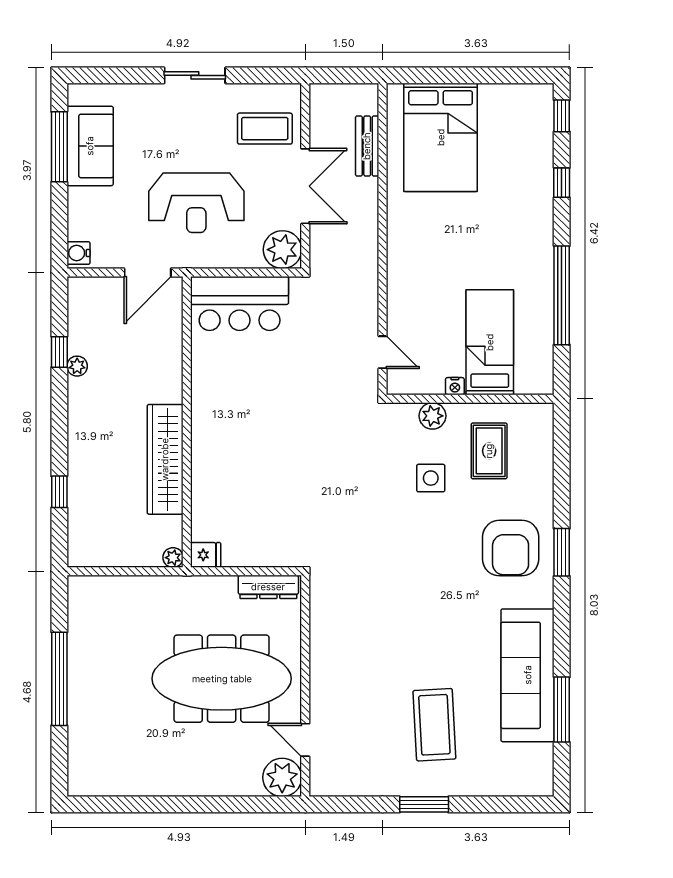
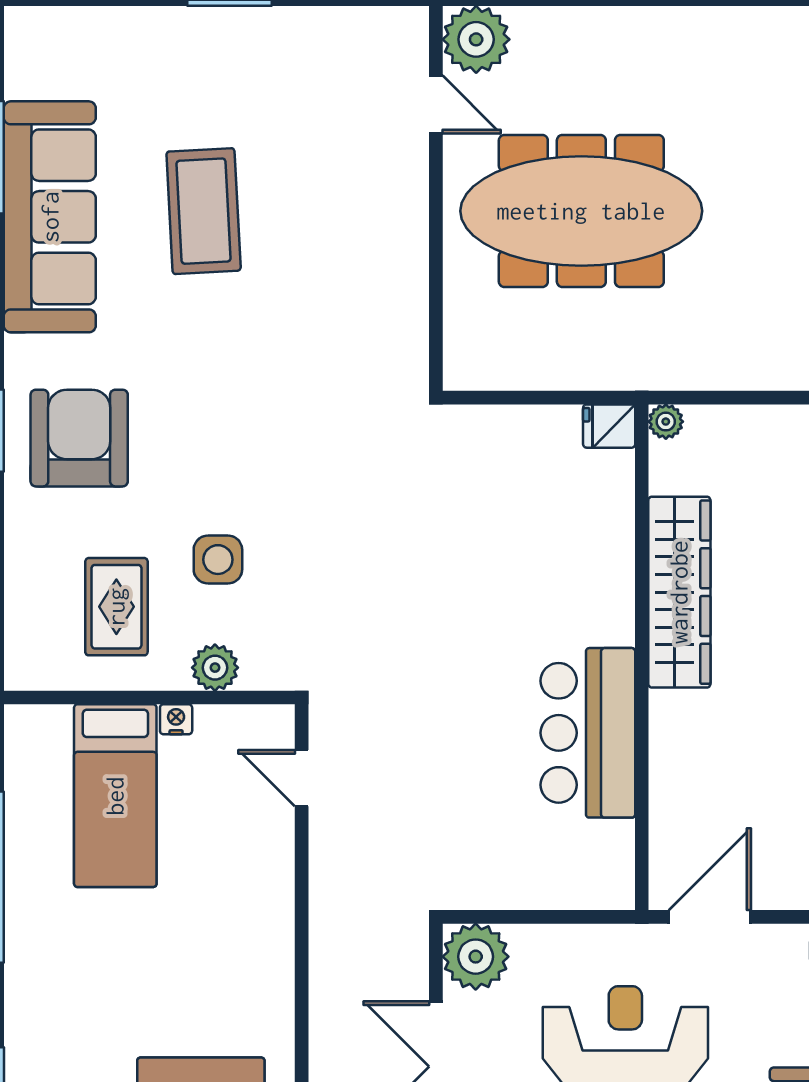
bar counter: (240, 303) -> (588, 733), moved, turned -90
dresser: (268, 587) -> (500, 370), removed
coffee table: (434, 725) -> (204, 211), moved

